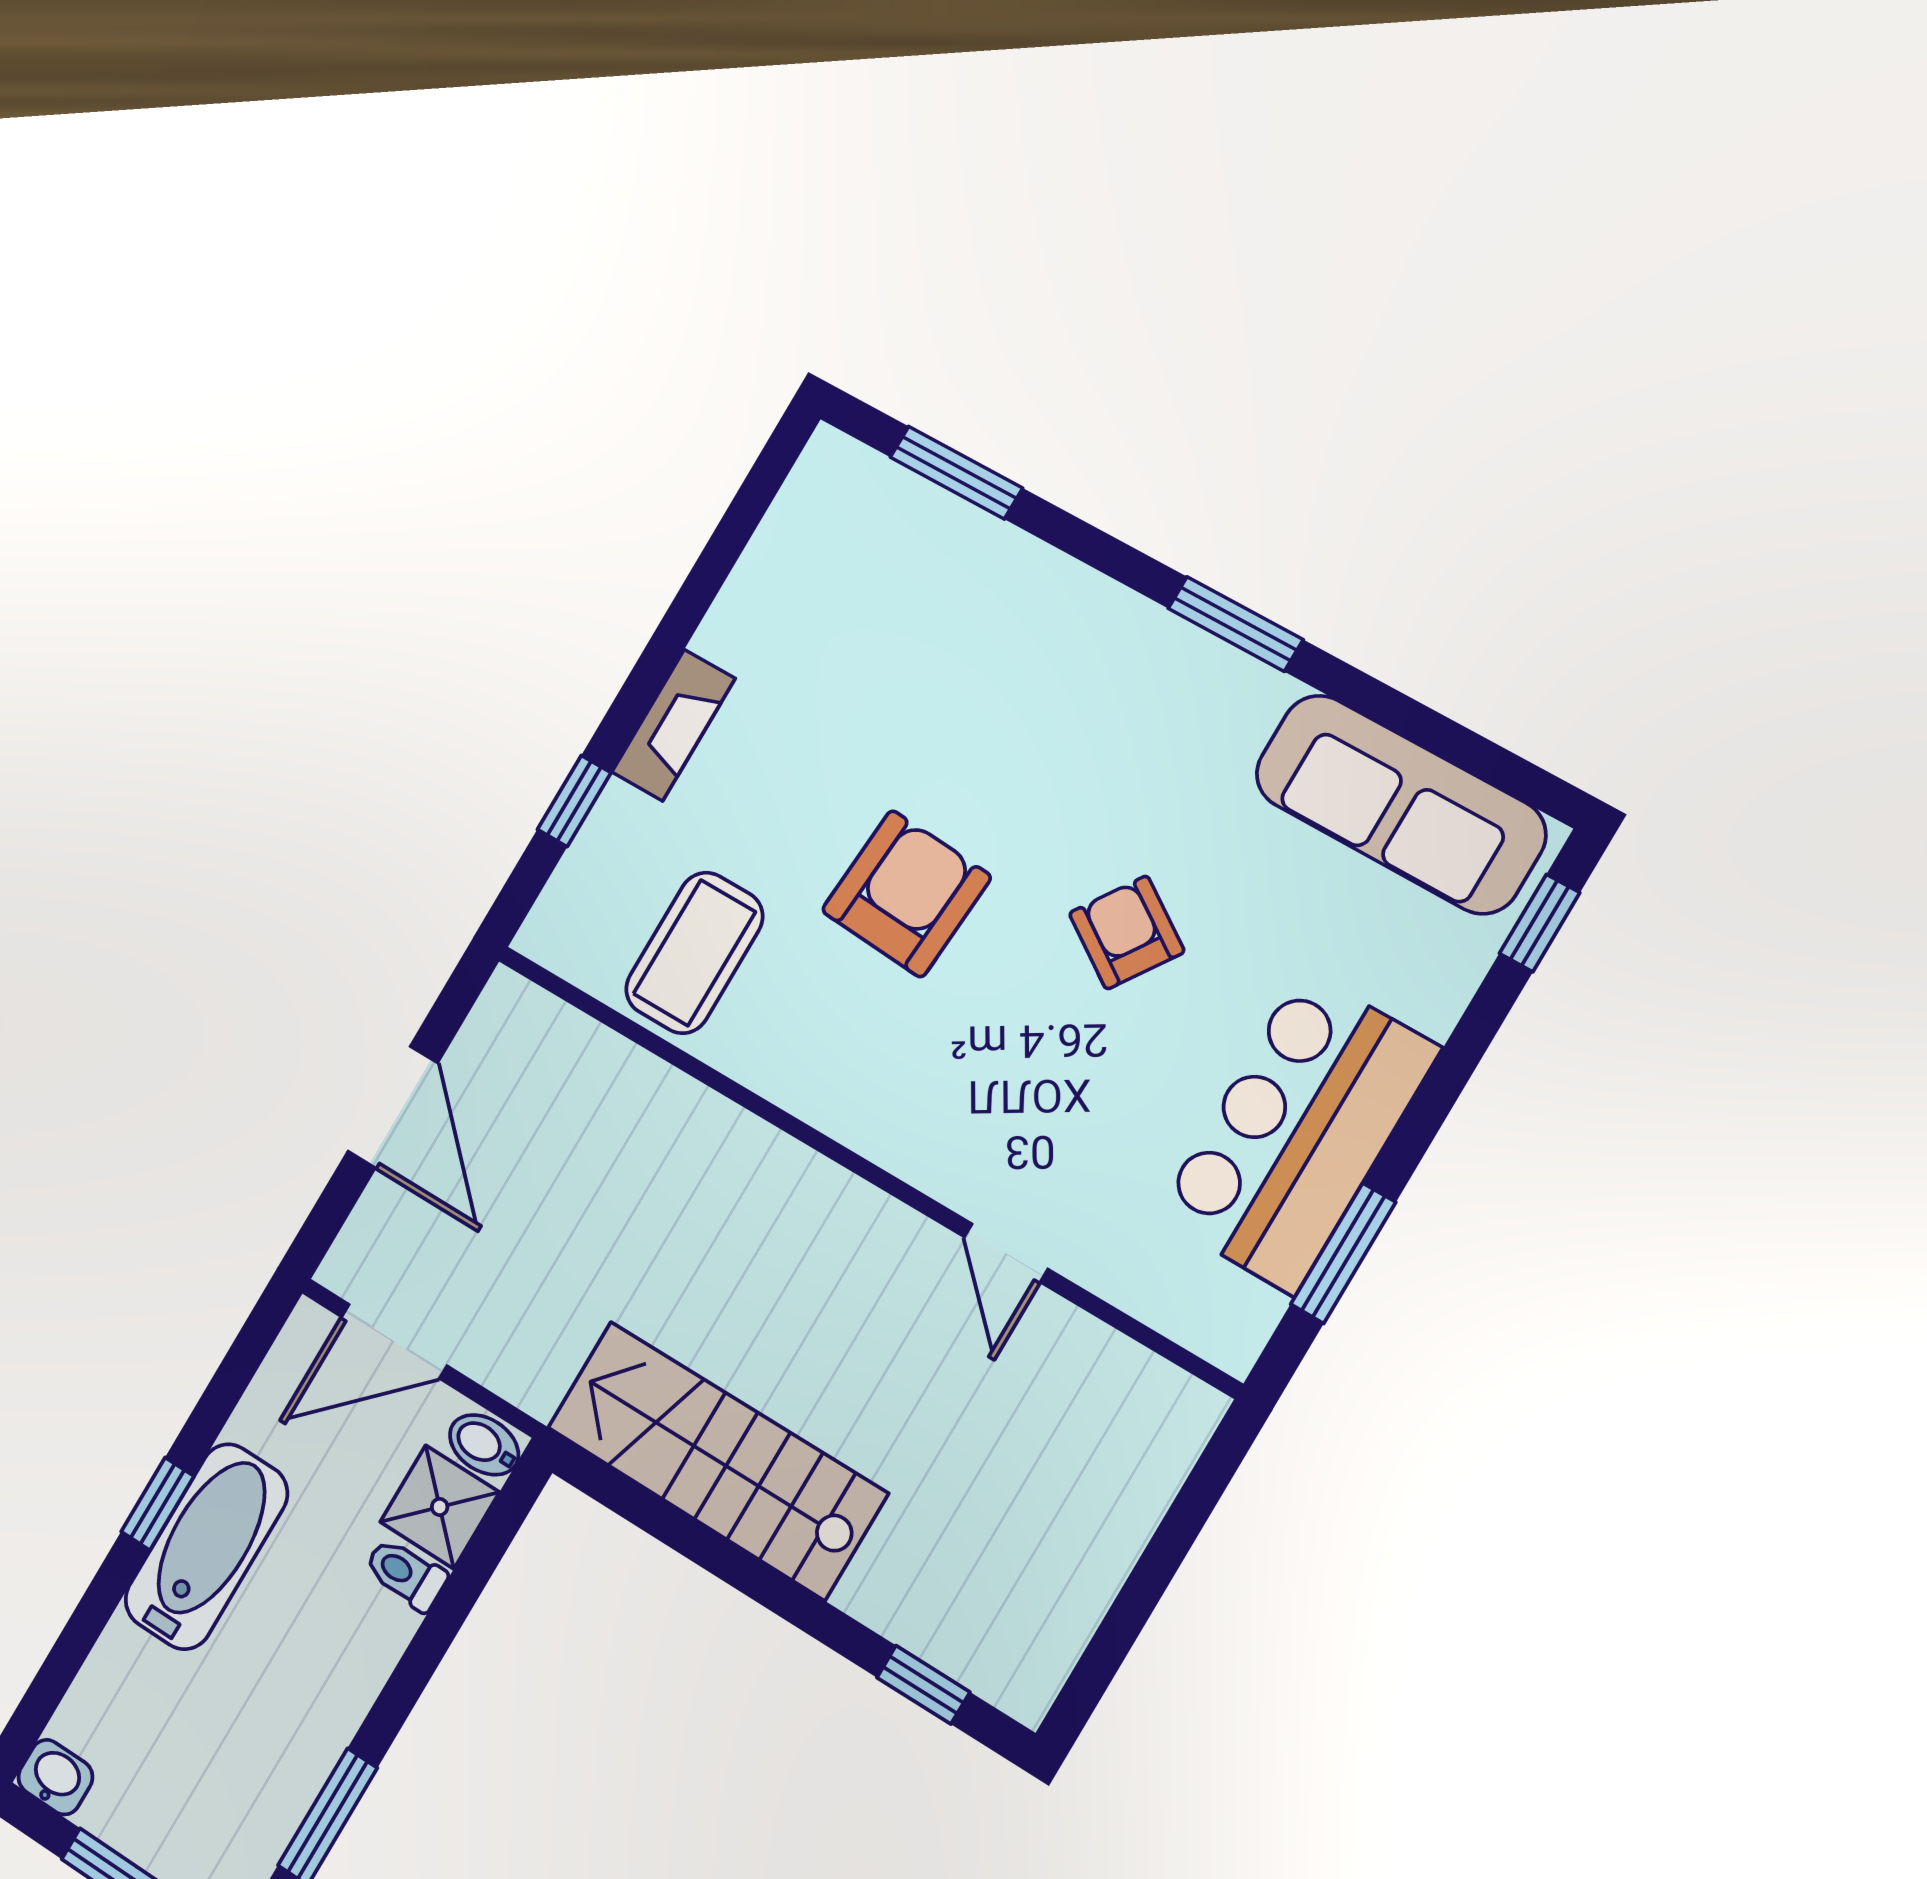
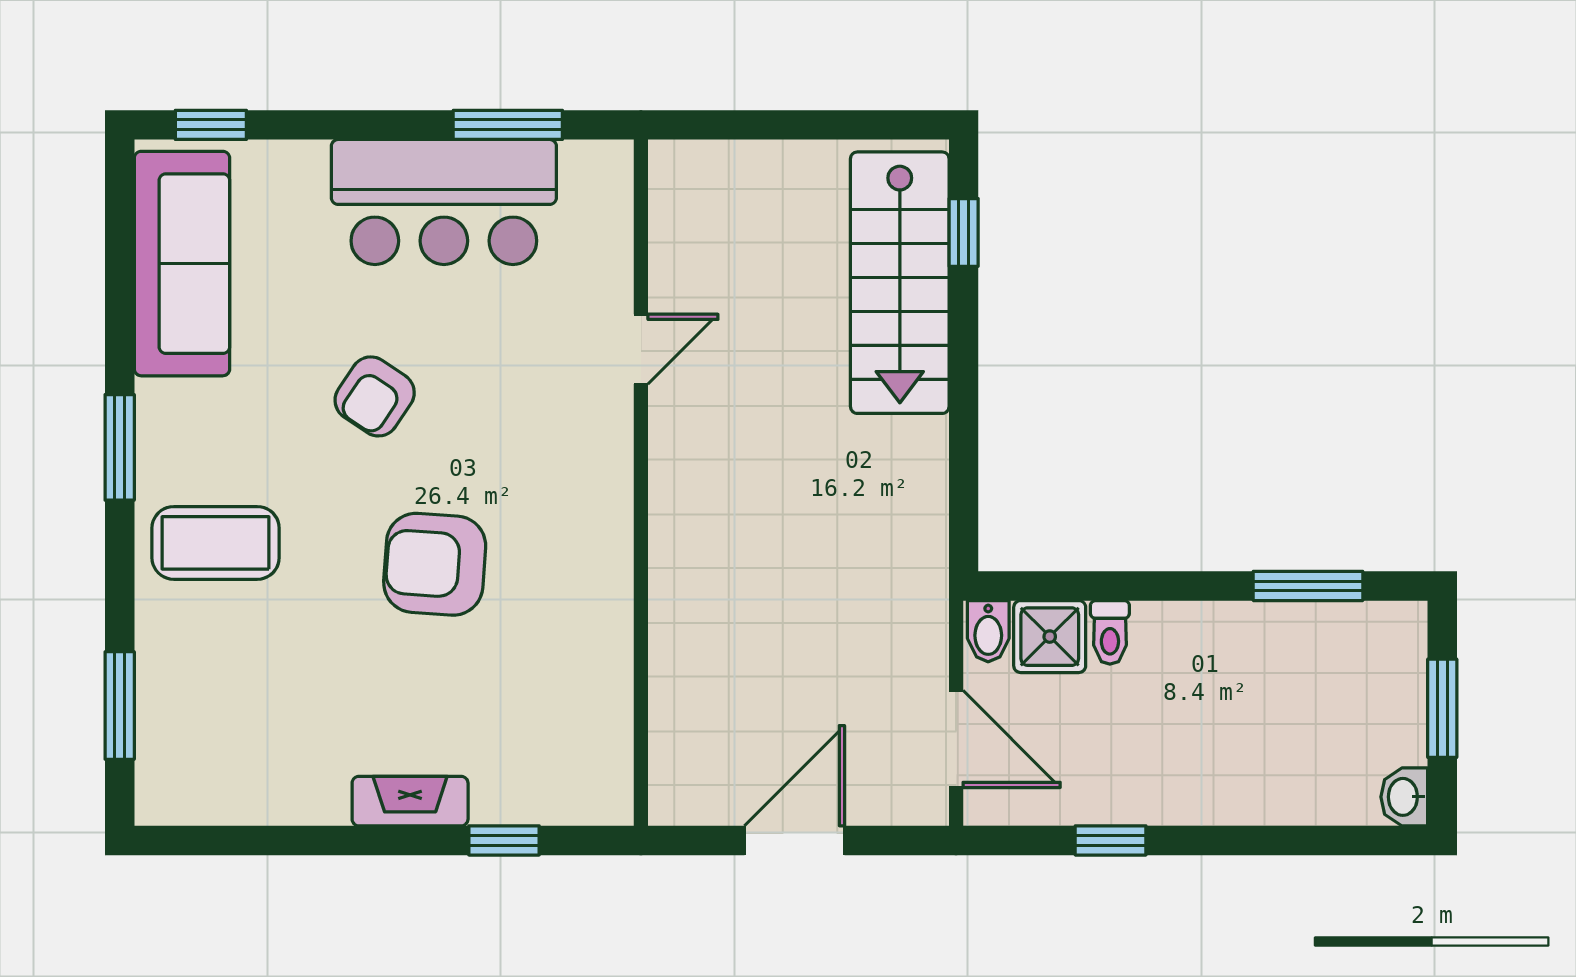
coffee table: (694, 953) -> (216, 543), moved
stairs: (717, 1460) -> (900, 283), moved
window: (158, 1504) -> (1111, 840), moved
bathtub: (206, 1547) -> (1179, 787), removed

